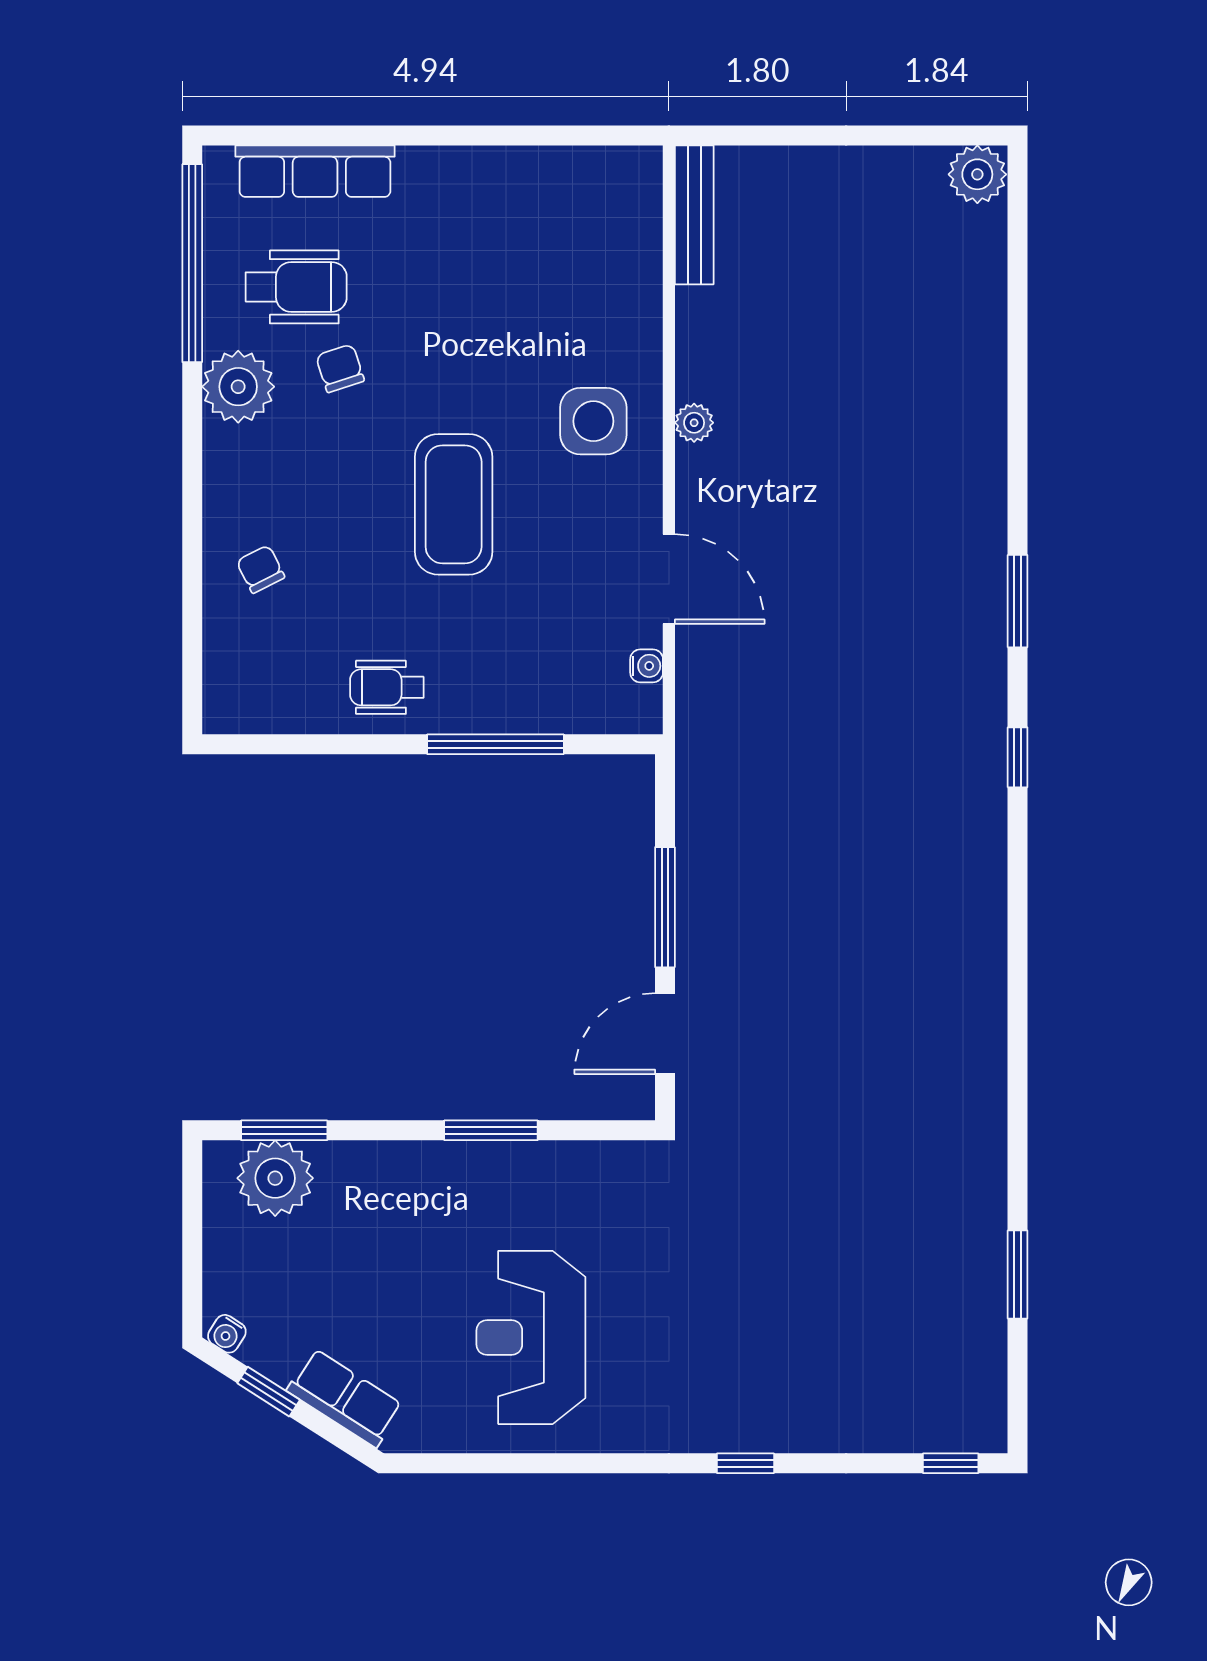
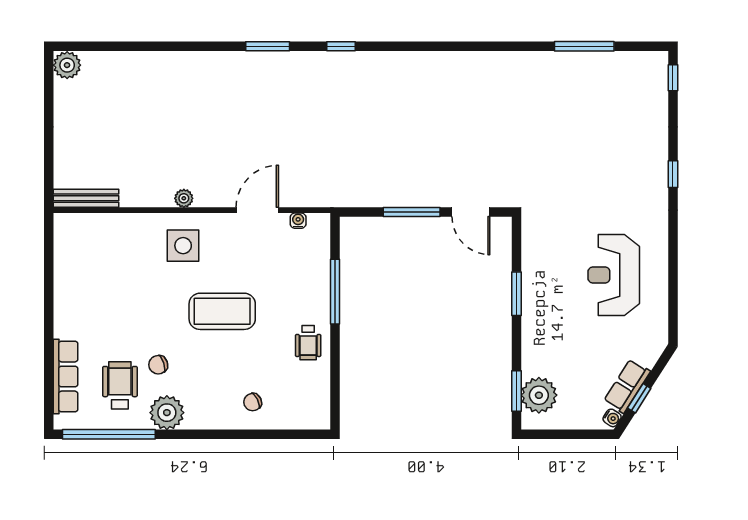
window: (1018, 1275) -> (584, 46), width x1.44
reception desk: (531, 1337) -> (614, 275), turned 90
row of seats: (345, 1398) -> (627, 386), moved

